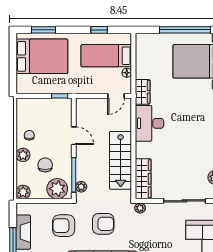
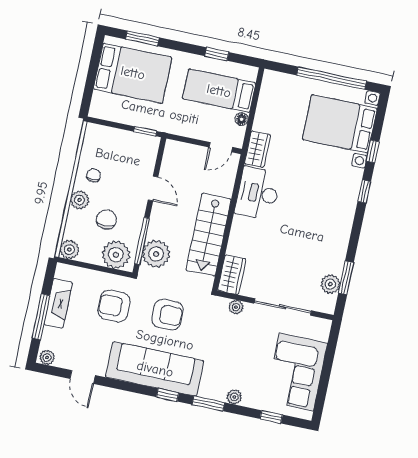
wardrobe: (143, 179) -> (232, 275), width x0.67
plant: (81, 187) -> (156, 254), width x1.88, depth x1.88
plant: (140, 208) -> (236, 307), moved

